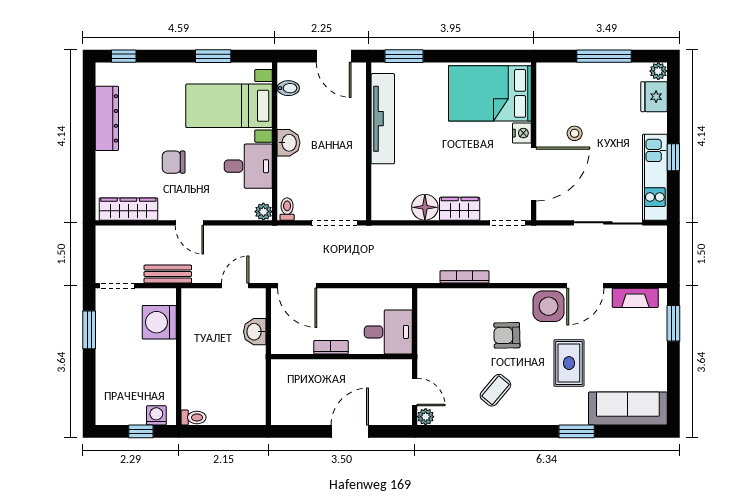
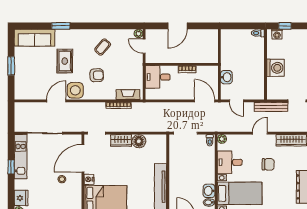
washbasin: (288, 143) -> (209, 191), moved
door: (189, 223) -> (260, 133), hinge flipped
bench: (168, 274) -> (271, 107), width x1.36
door: (235, 286) -> (236, 101), hinge flipped
fireplace: (635, 298) -> (128, 95), moved
washing machine: (159, 322) -> (276, 68), moved
window: (673, 323) -> (11, 66), moved

